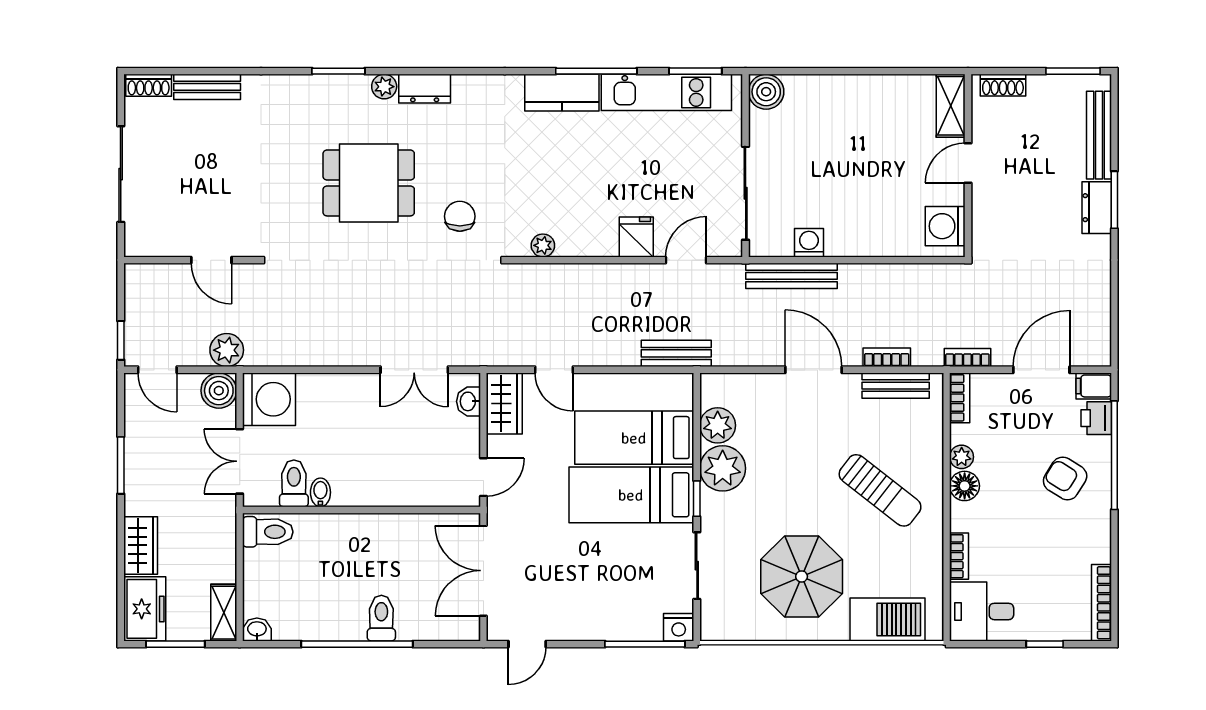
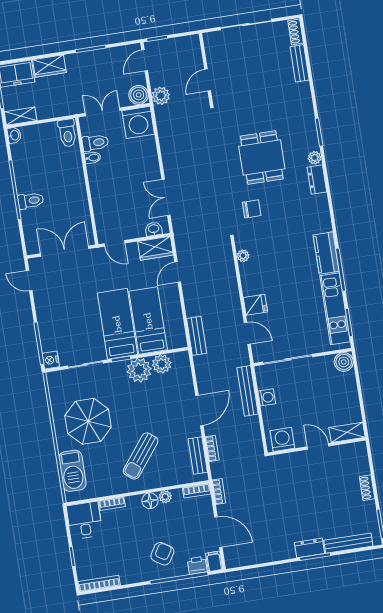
shelving: (951, 106) -> (347, 432), moved
door: (968, 163) -> (318, 446), moved
wall: (968, 166) -> (317, 447), moved
washing machine: (945, 226) -> (282, 439), moved

